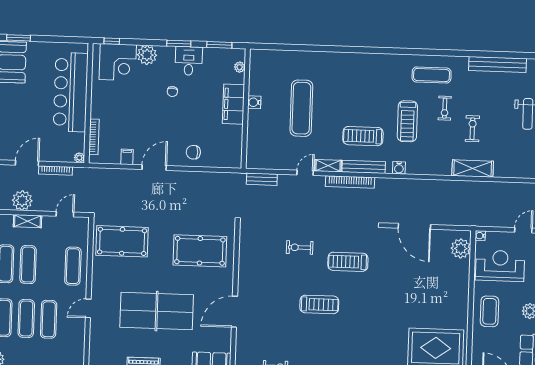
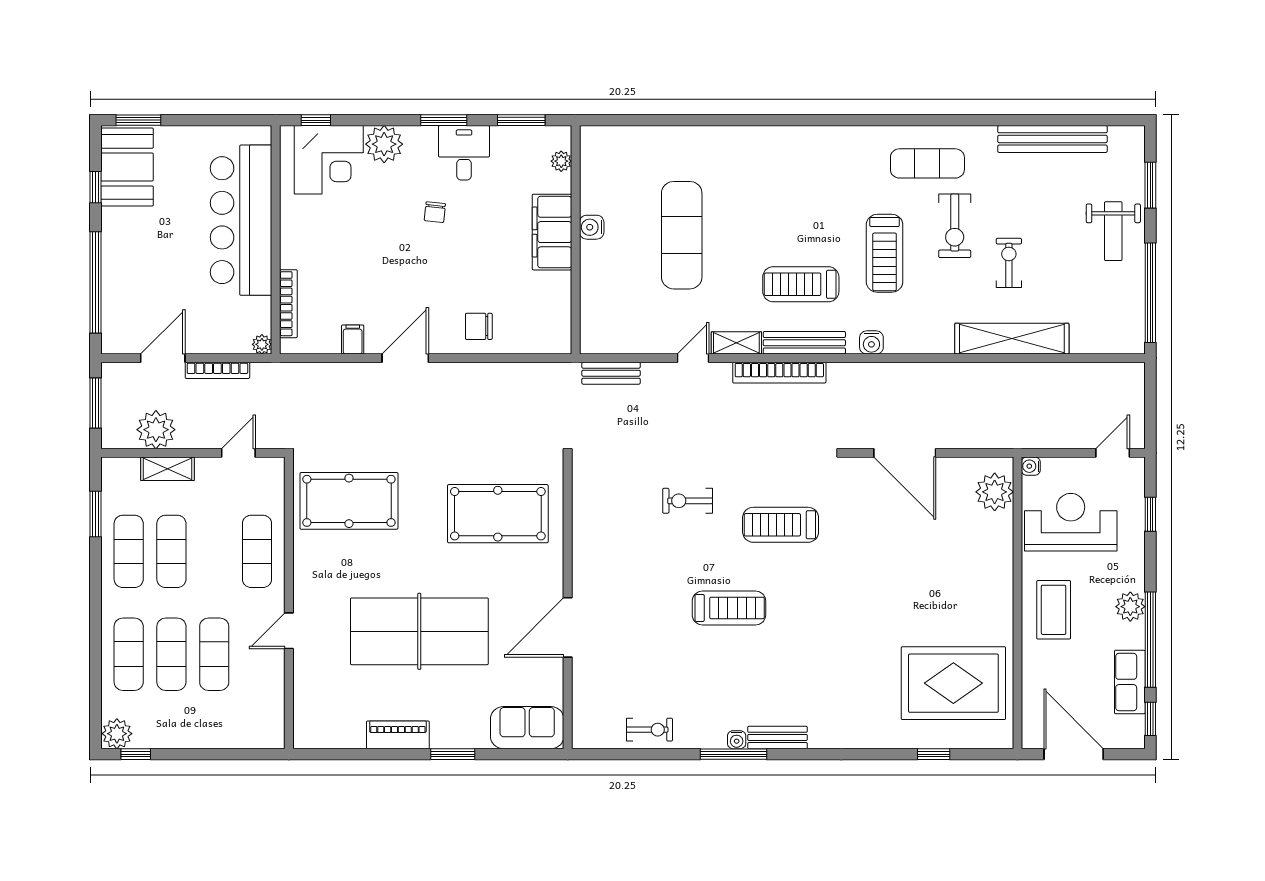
exercise bike: (445, 108) -> (955, 226), width x1.38, depth x1.39
shelving: (473, 168) -> (1012, 339), width x1.47

